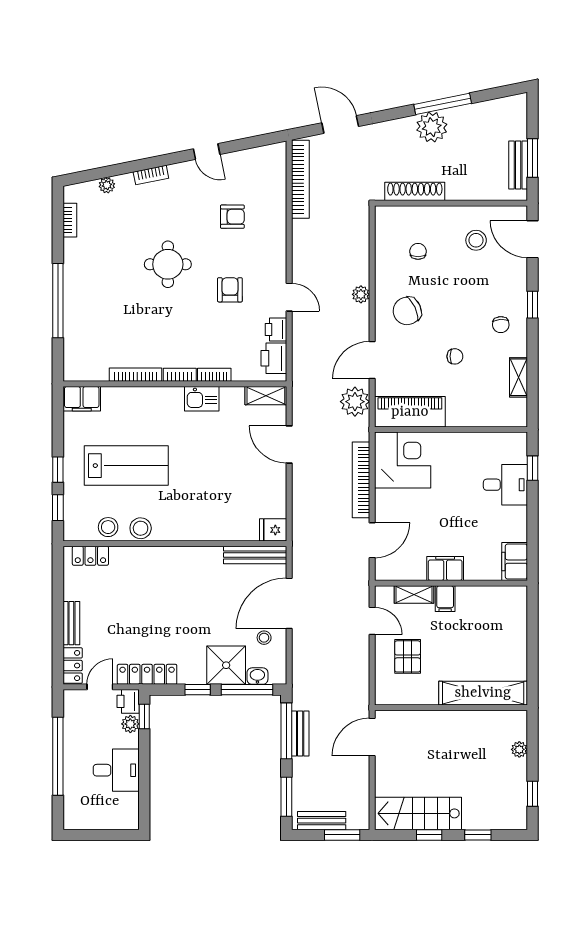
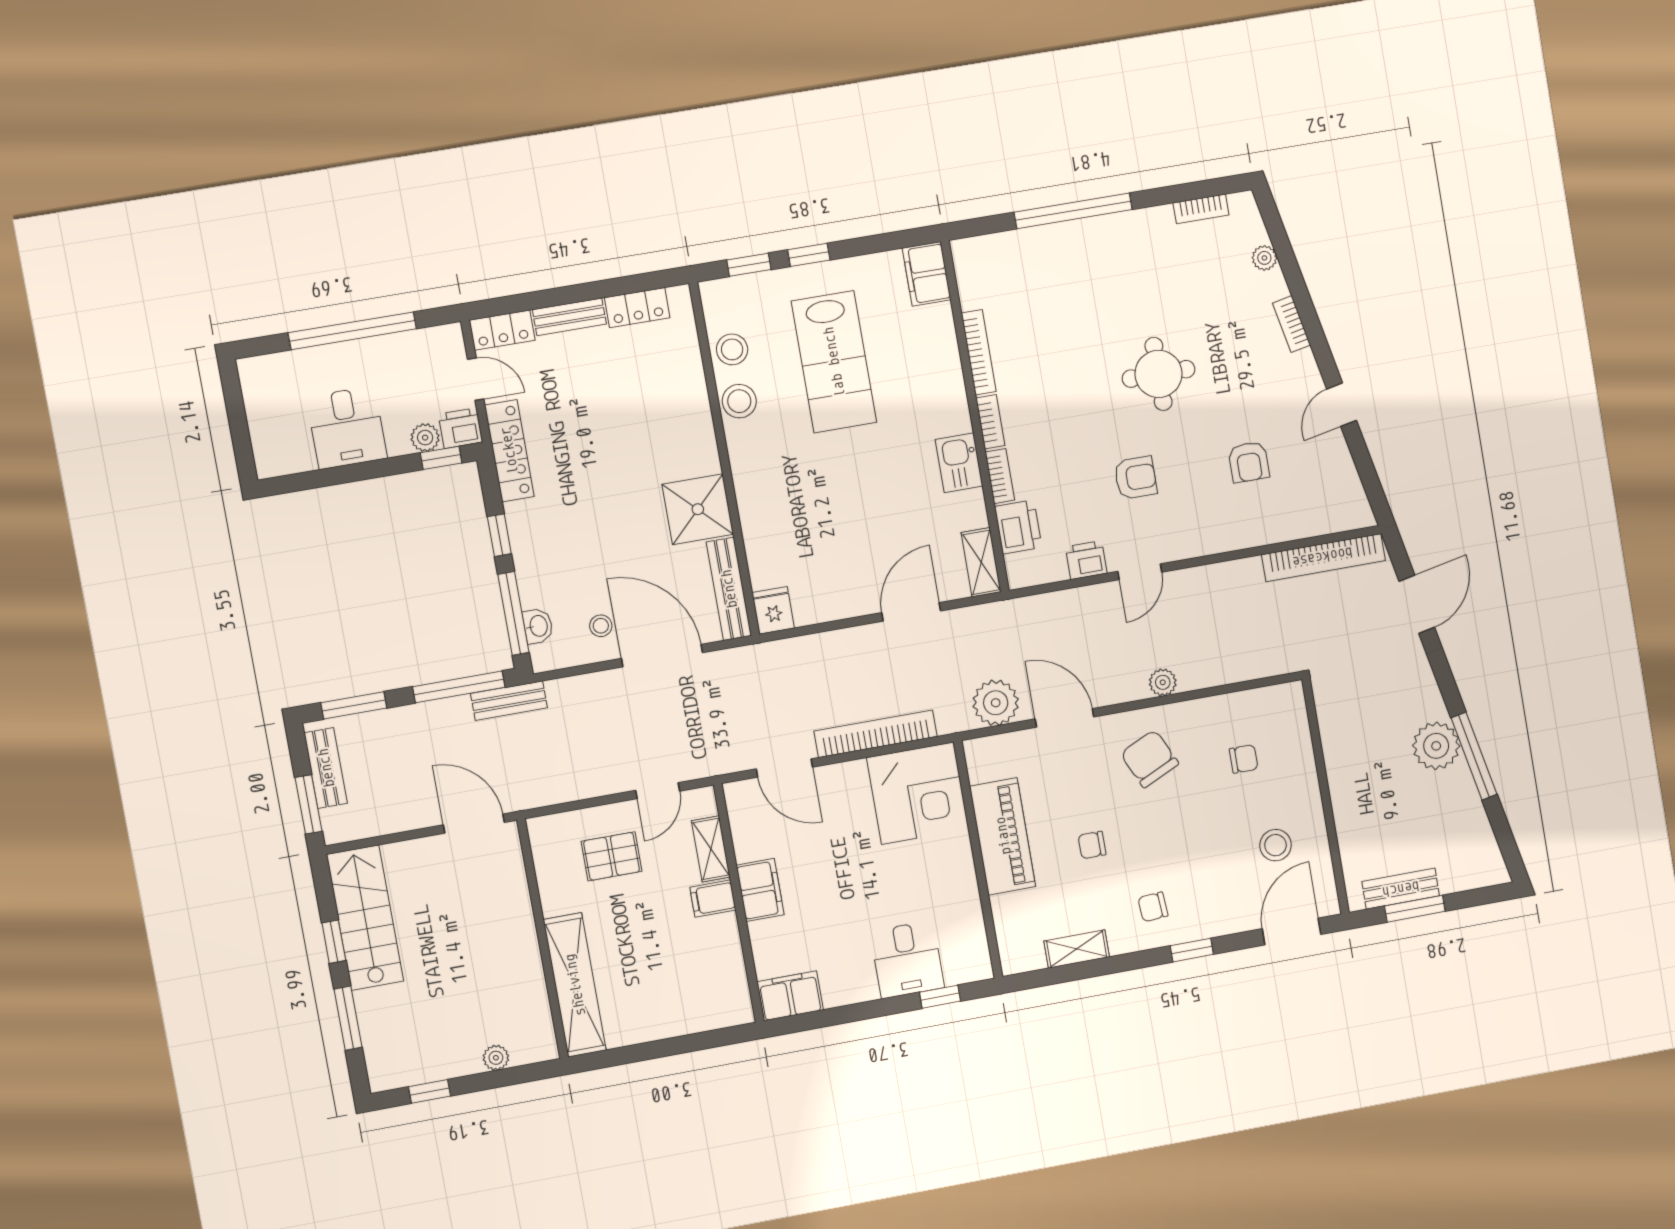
shoe rack: (415, 191) -> (1334, 737), removed
chair: (455, 356) -> (1092, 845), turned 90
printer: (274, 358) -> (1018, 527), moved, turned 90
piano: (410, 412) -> (1003, 836), moved
locker: (90, 556) -> (637, 308), moved, turned -90
shower: (226, 665) -> (698, 509), moved
bench: (300, 734) -> (509, 701), moved
window: (478, 835) -> (348, 1018), width x1.50

